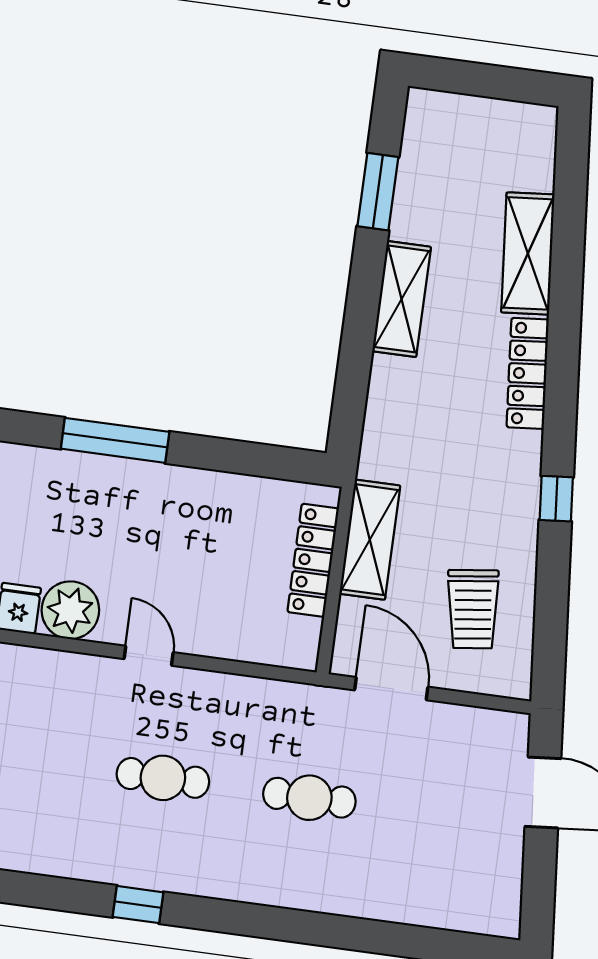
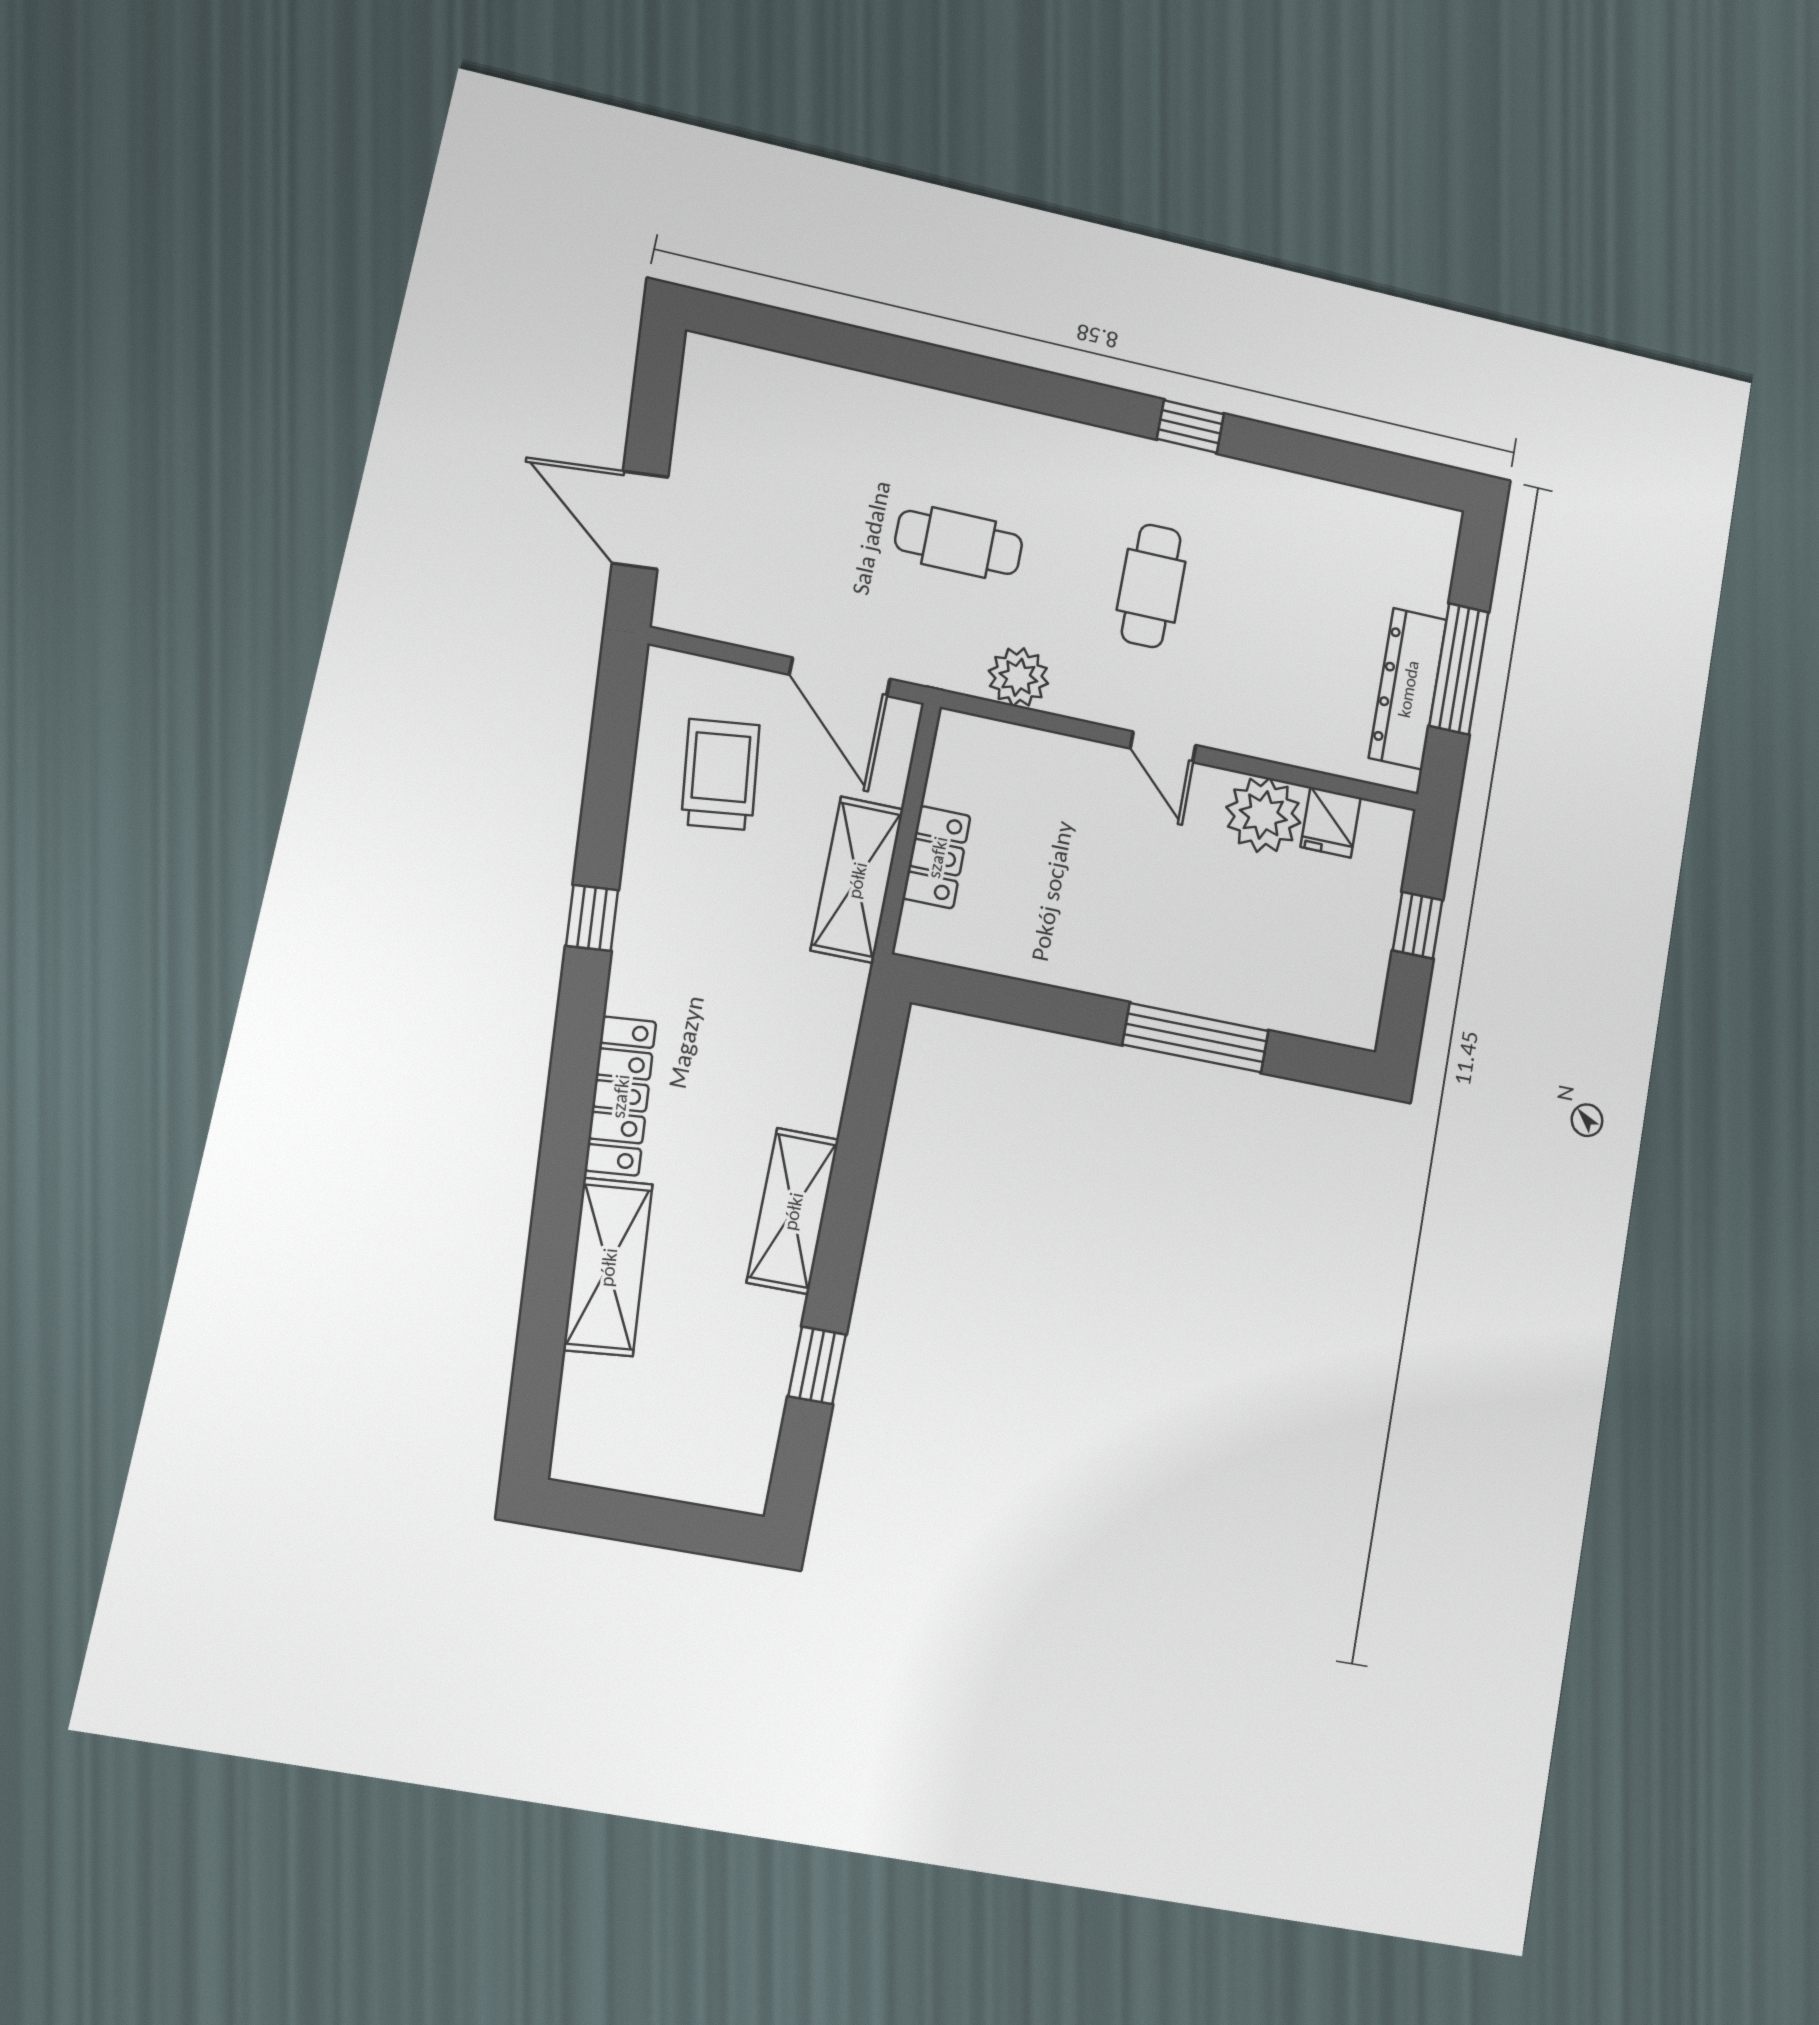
window: (378, 192) -> (817, 1365), width x0.67
locker: (313, 560) -> (937, 857), width x0.66
plant: (260, 699) -> (1018, 677), added
cafe table: (163, 778) -> (1151, 586), turned 90

